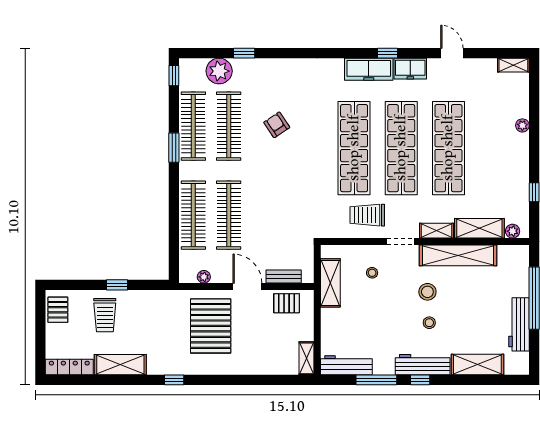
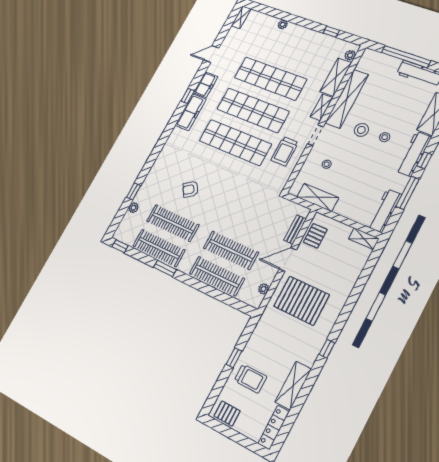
plant: (219, 71) -> (133, 208), width x0.53, depth x0.53

